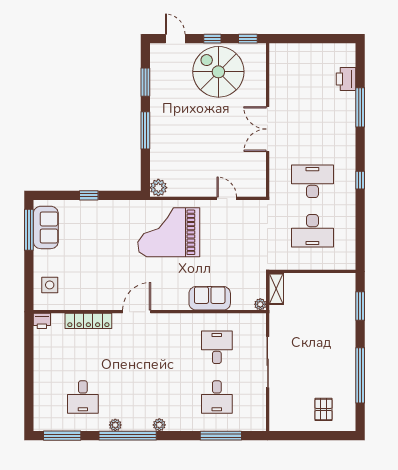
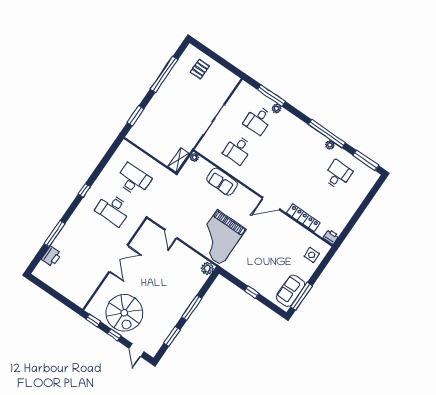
grand piano: (169, 232) -> (219, 238), turned 90
desk: (217, 397) -> (258, 120), turned 180
plant: (159, 425) -> (277, 108), moved

